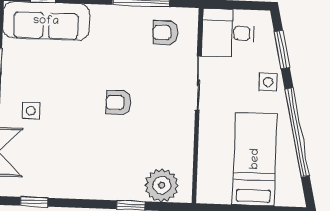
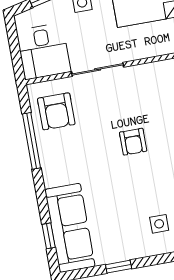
armchair: (165, 33) -> (56, 111), width x1.38, depth x1.38

